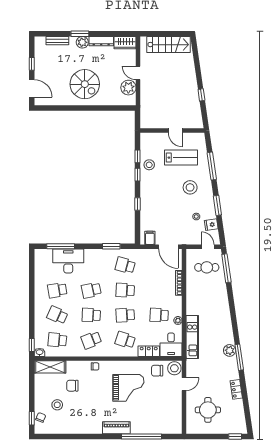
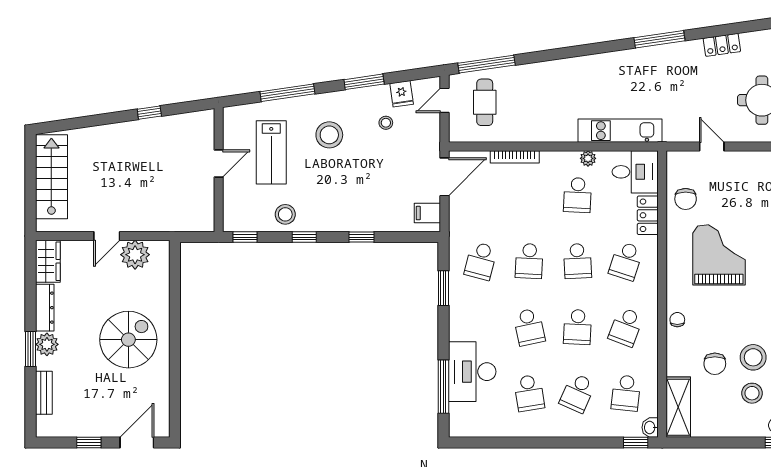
window: (138, 156) -> (245, 237), moved
lab bench: (181, 158) -> (271, 152), turned 180
school desk: (91, 340) -> (626, 327), turned 42
plant: (230, 350) -> (646, 58), removed
stool: (174, 368) -> (753, 357), moved

